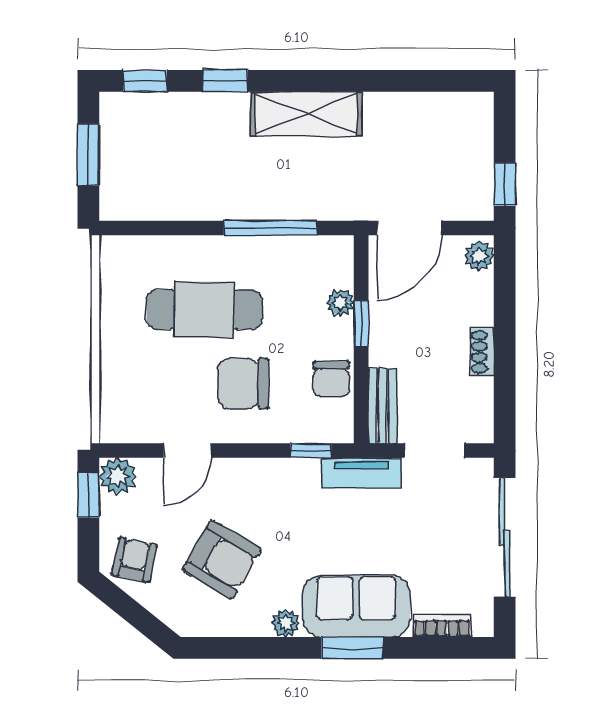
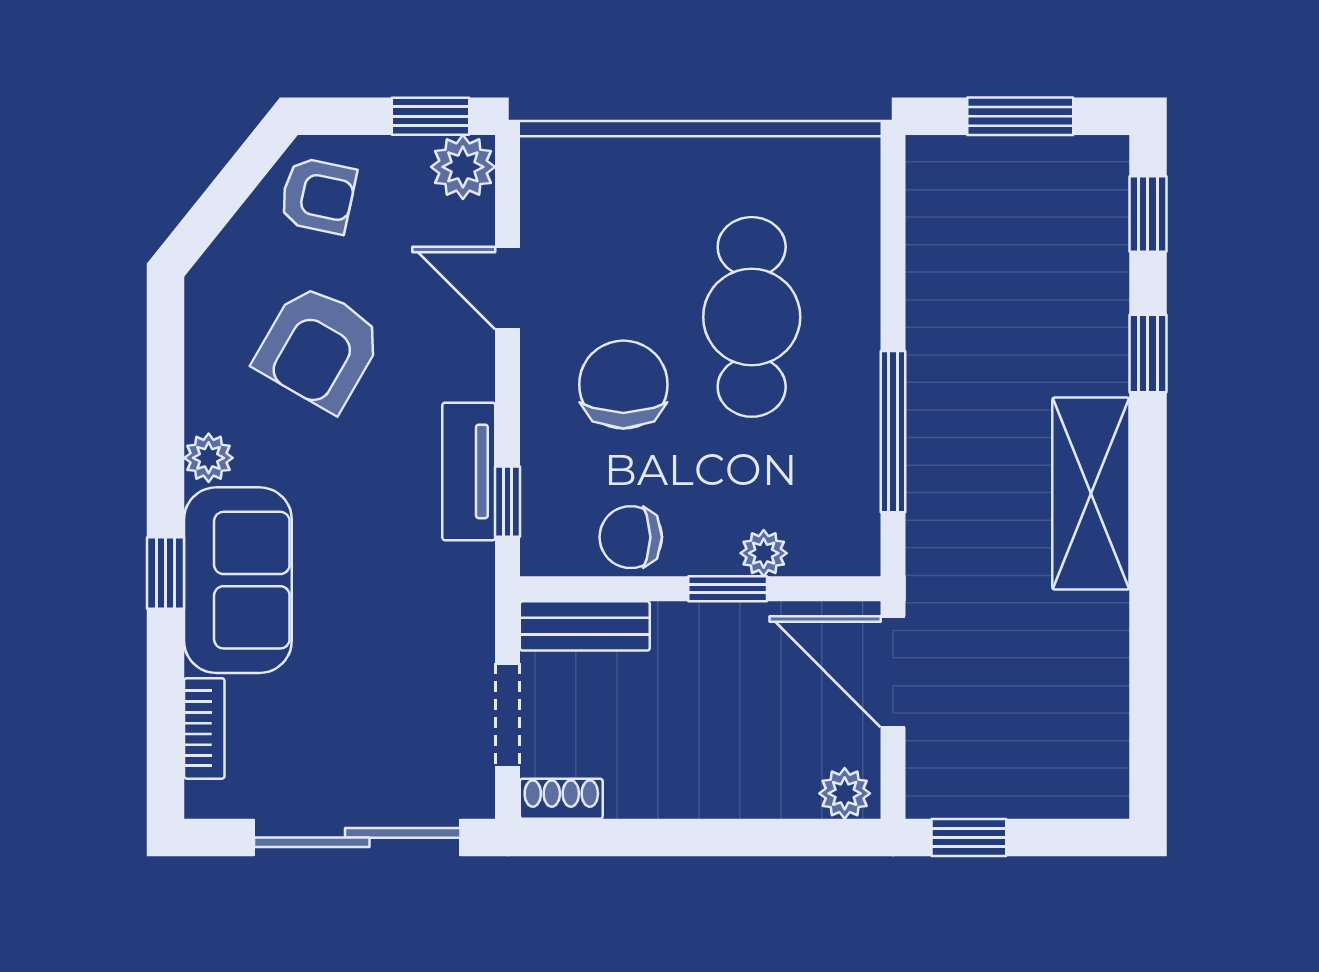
shoe rack: (482, 352) -> (561, 799), moved
tv unit: (361, 473) -> (469, 471), moved
window: (352, 648) -> (165, 573), width x0.67

